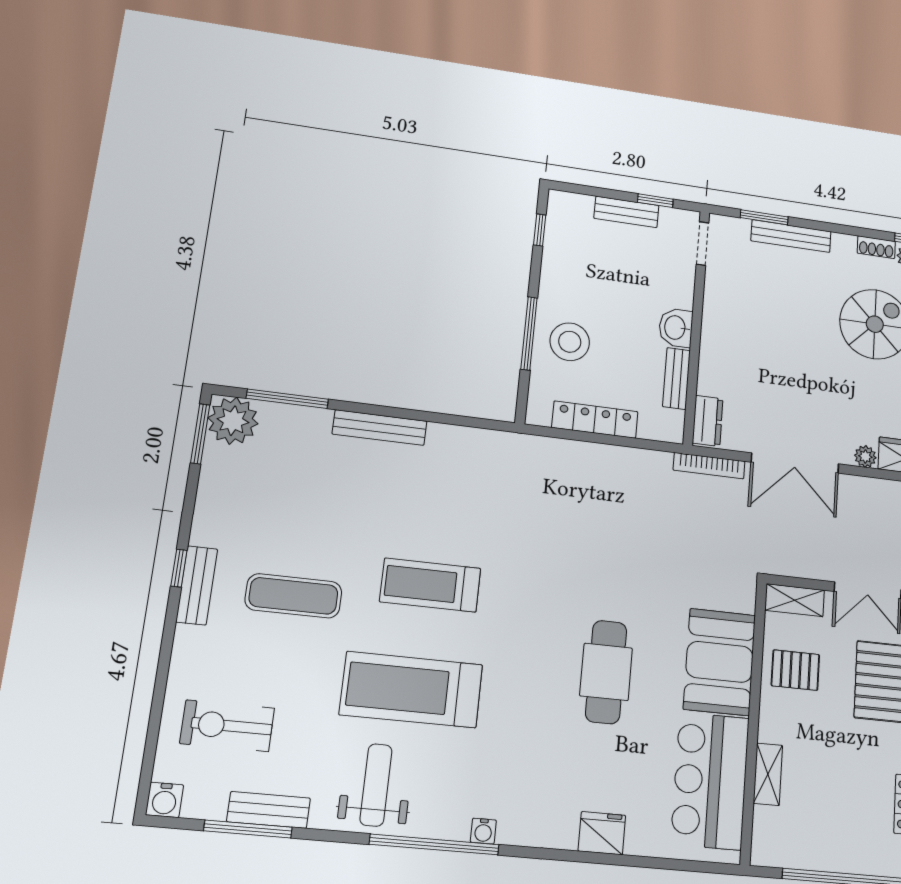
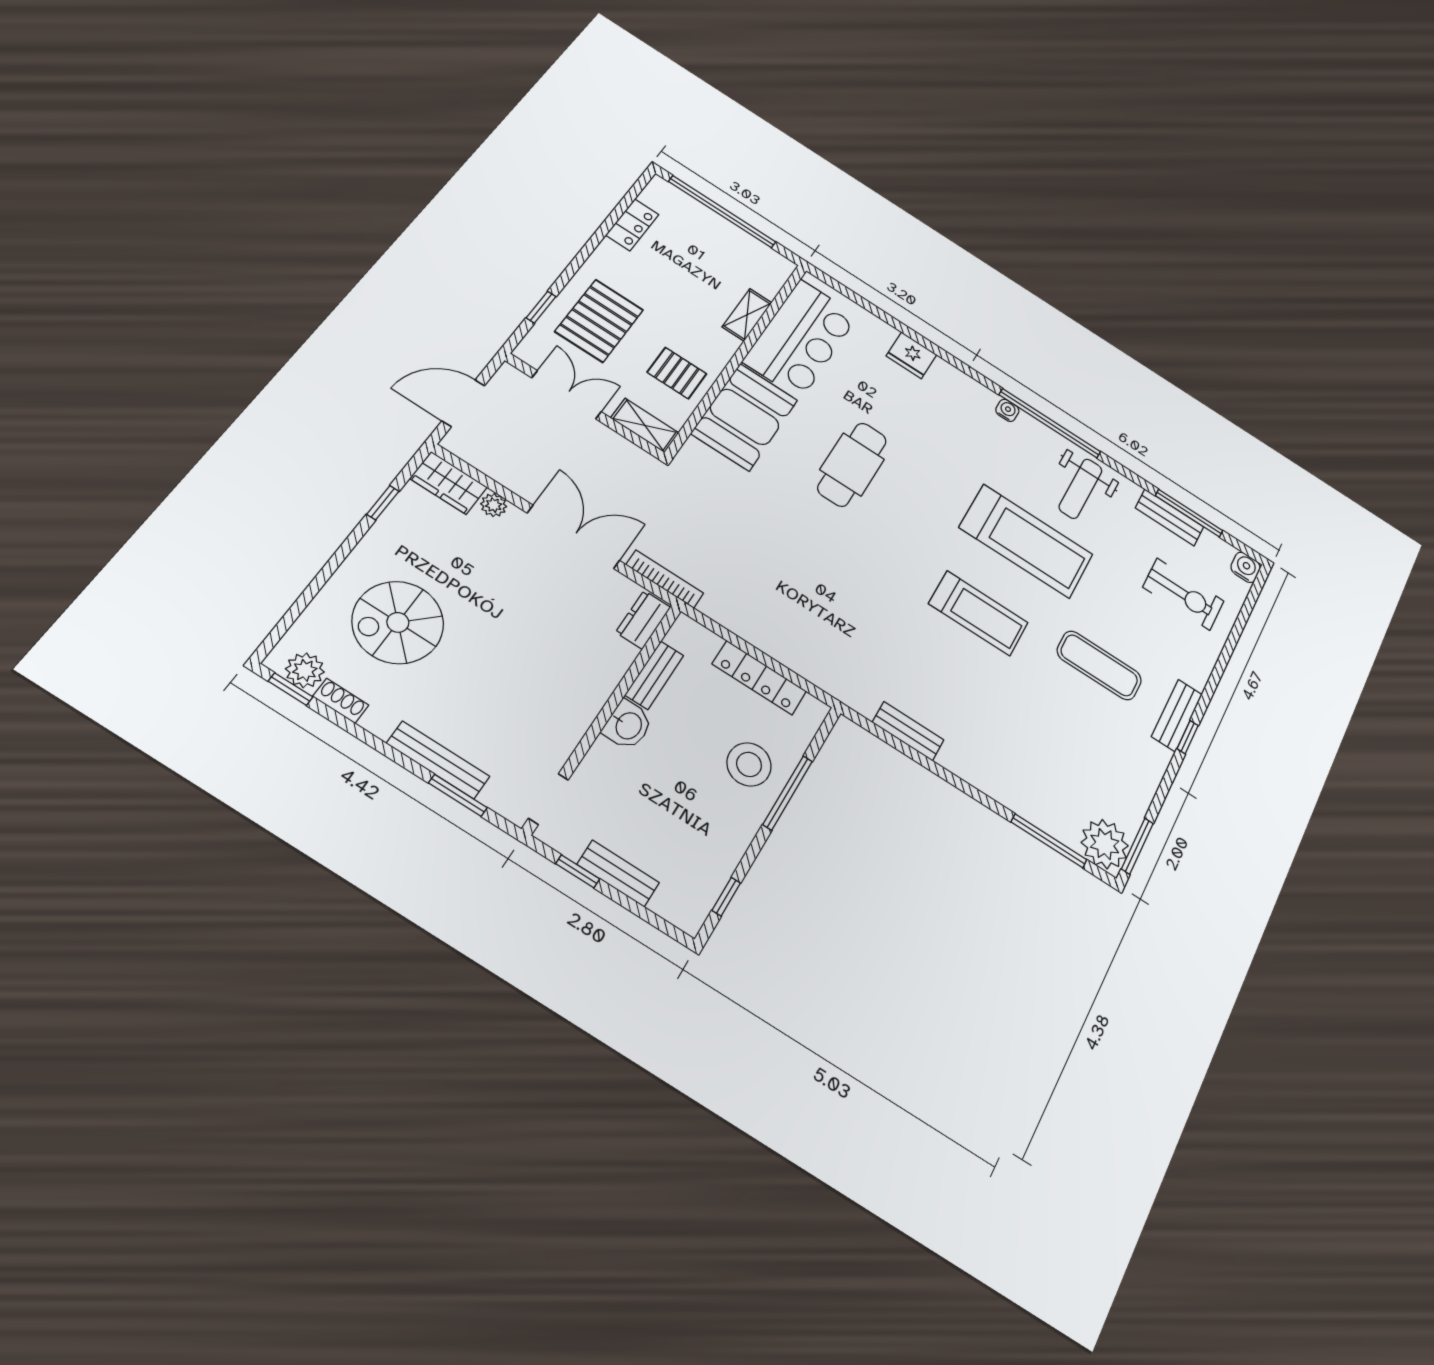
bench: (380, 428) -> (908, 731), moved, width x0.73

